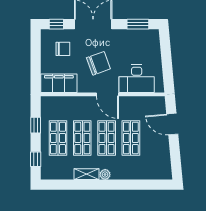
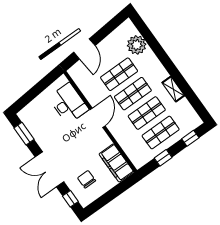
chair: (98, 63) -> (78, 143), removed
plant: (105, 174) -> (137, 45), moved, width x1.88, depth x1.88

